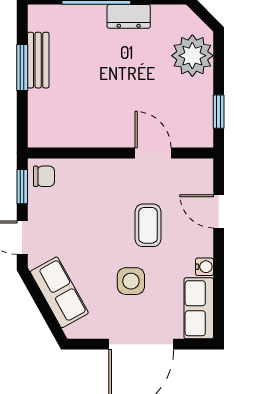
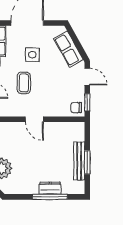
dresser: (129, 16) -> (50, 188), moved
bench: (38, 60) -> (79, 161), width x1.36
door: (153, 153) -> (34, 119), moved

